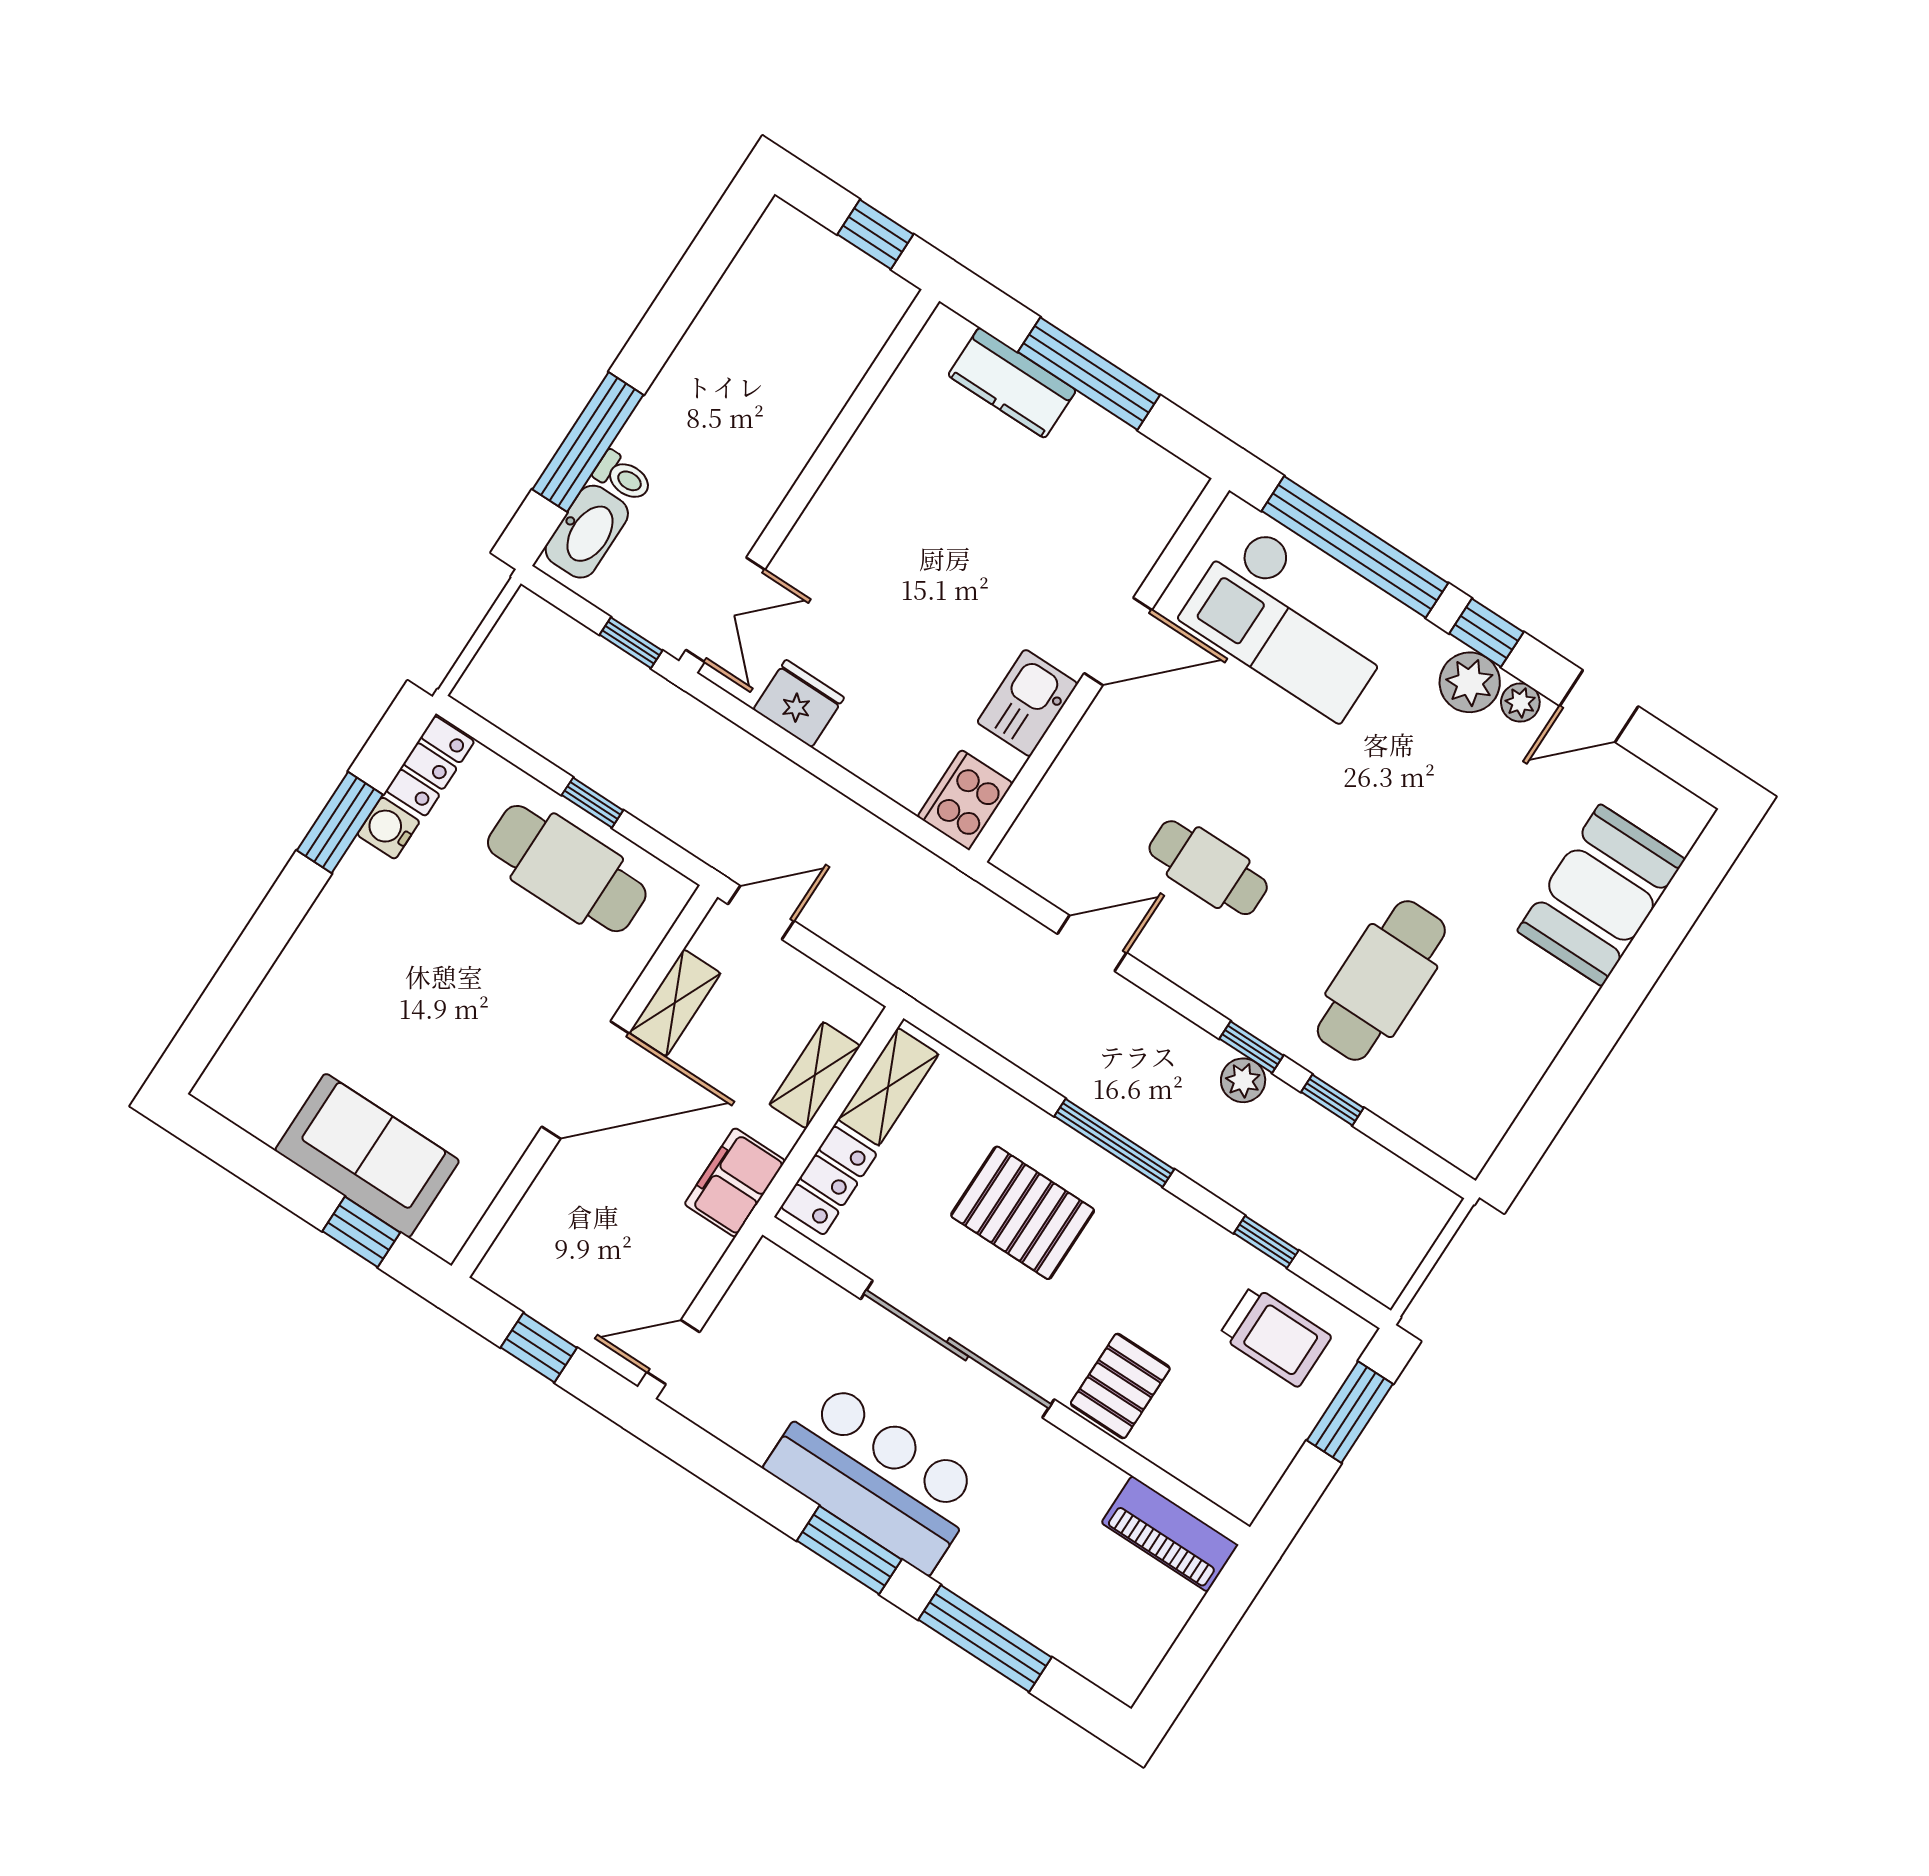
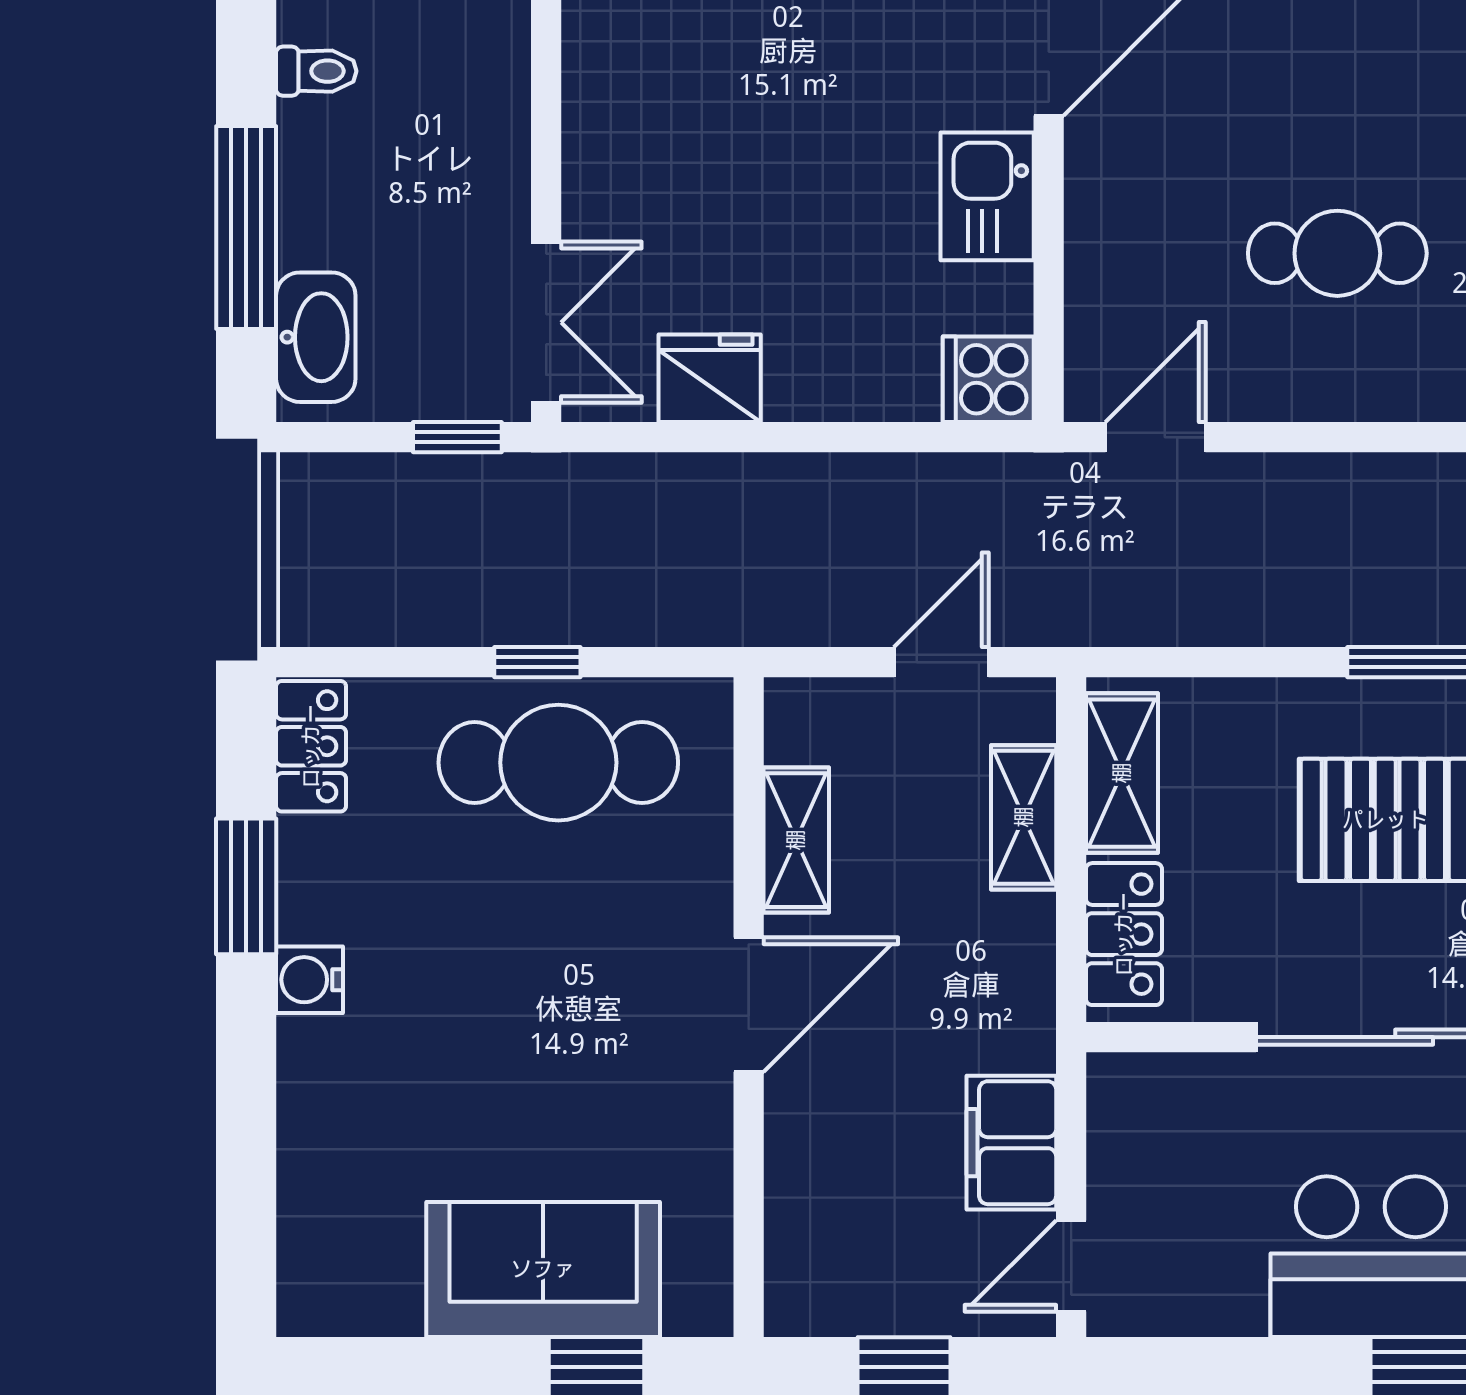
toilet: (623, 477) -> (316, 71), moved
cooker: (965, 800) -> (988, 379), width x0.73
water cooler: (388, 828) -> (310, 980), moved
door: (761, 913) -> (941, 662), moved
door: (1092, 943) -> (1155, 437), moved
door: (585, 1080) -> (749, 1005), width x0.73
filing cabinet: (735, 1182) -> (1011, 1143), moved

